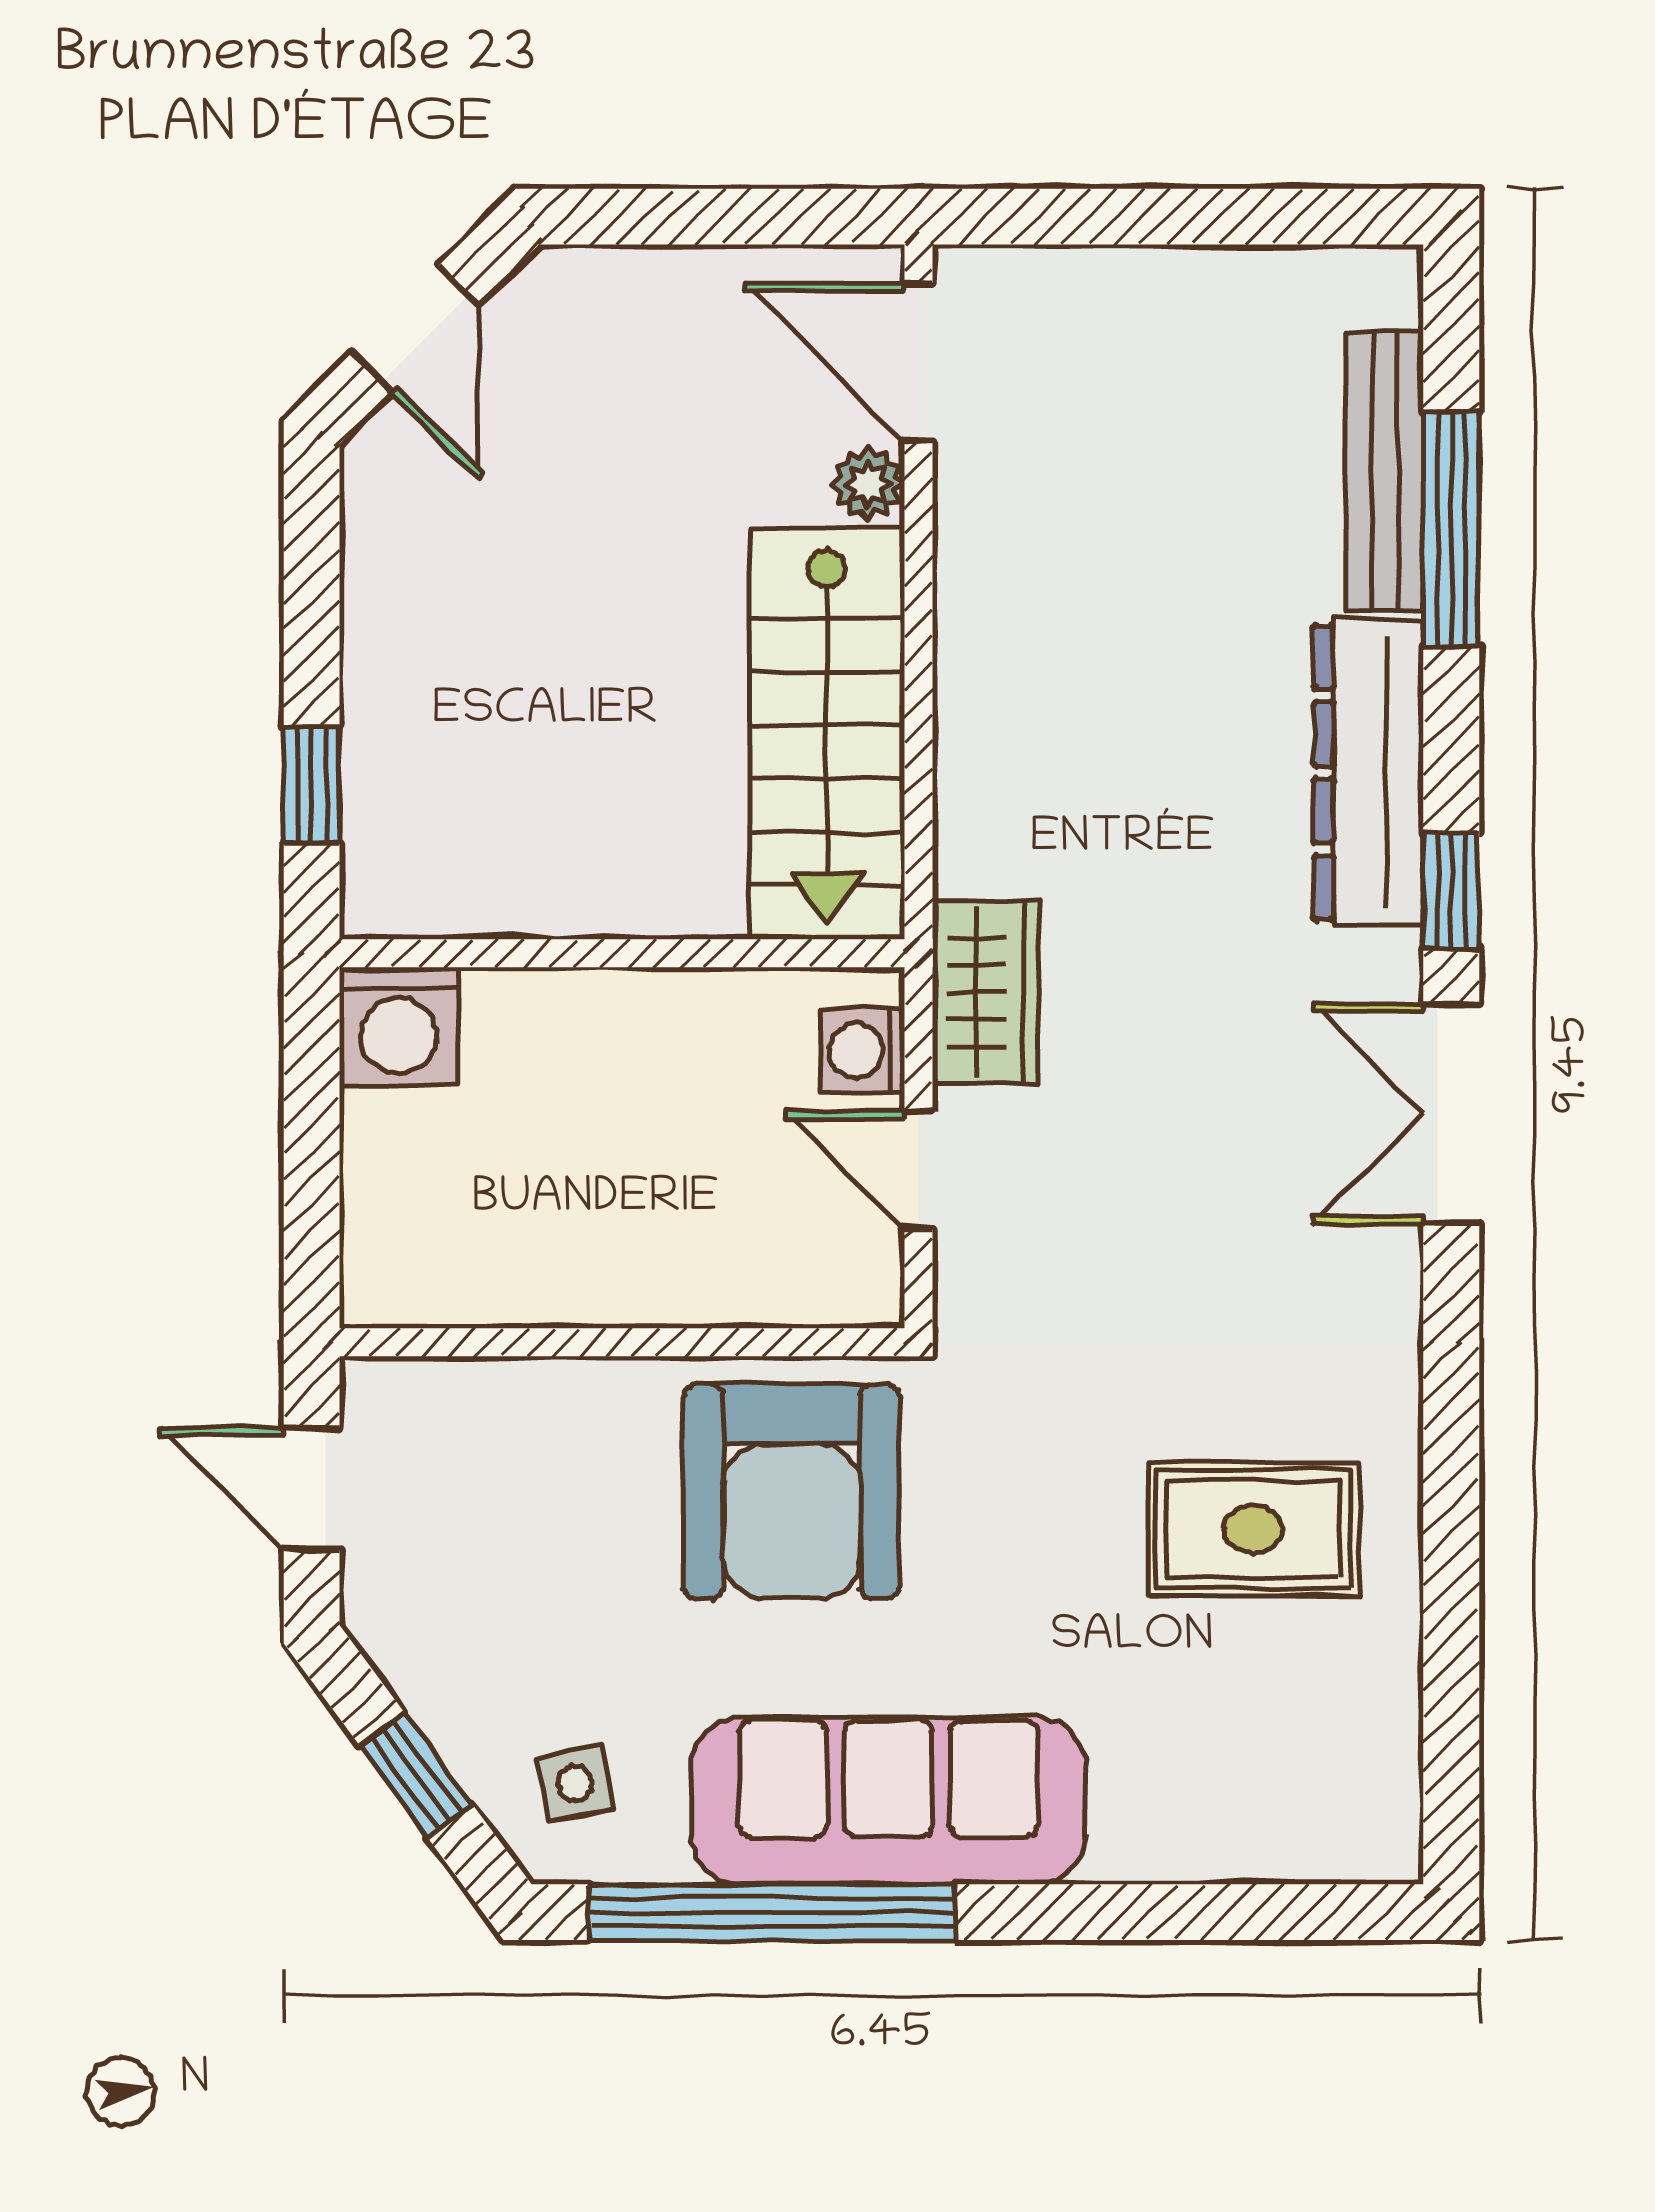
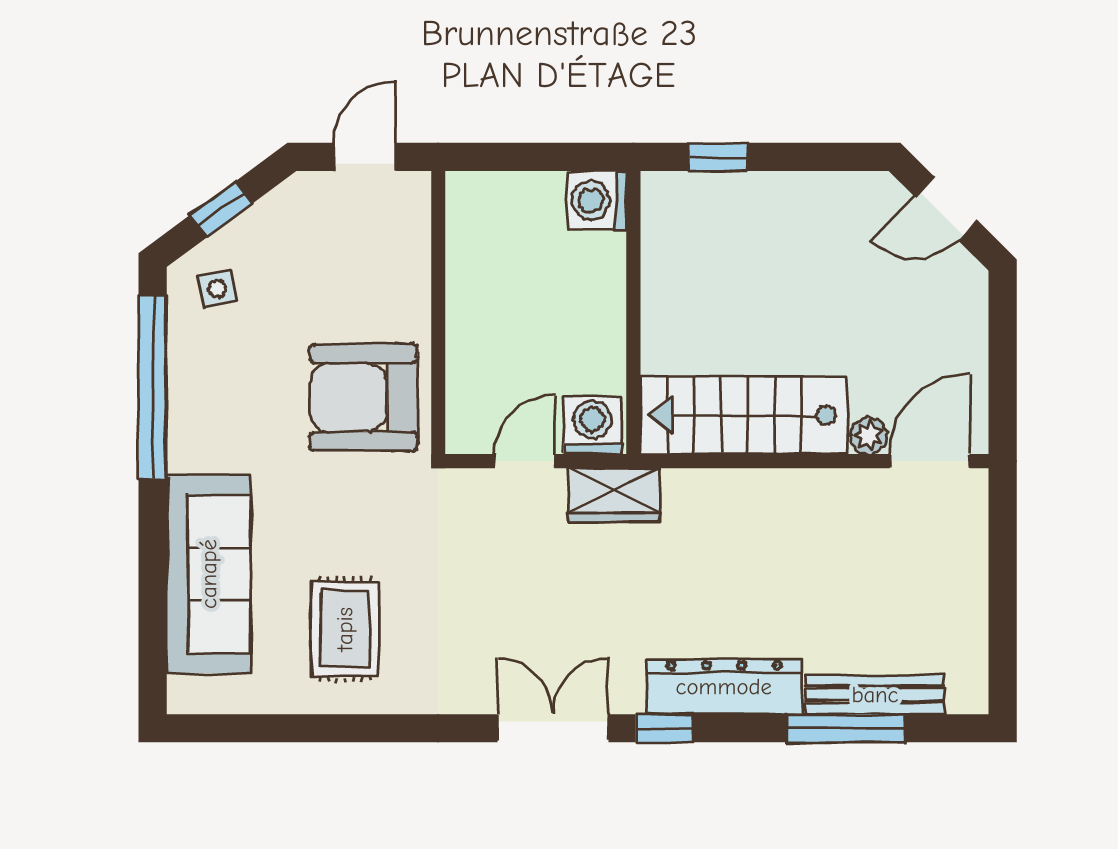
washing machine: (863, 1051) -> (592, 425), width x1.38, depth x1.38
sofa: (888, 1801) -> (209, 574), moved

